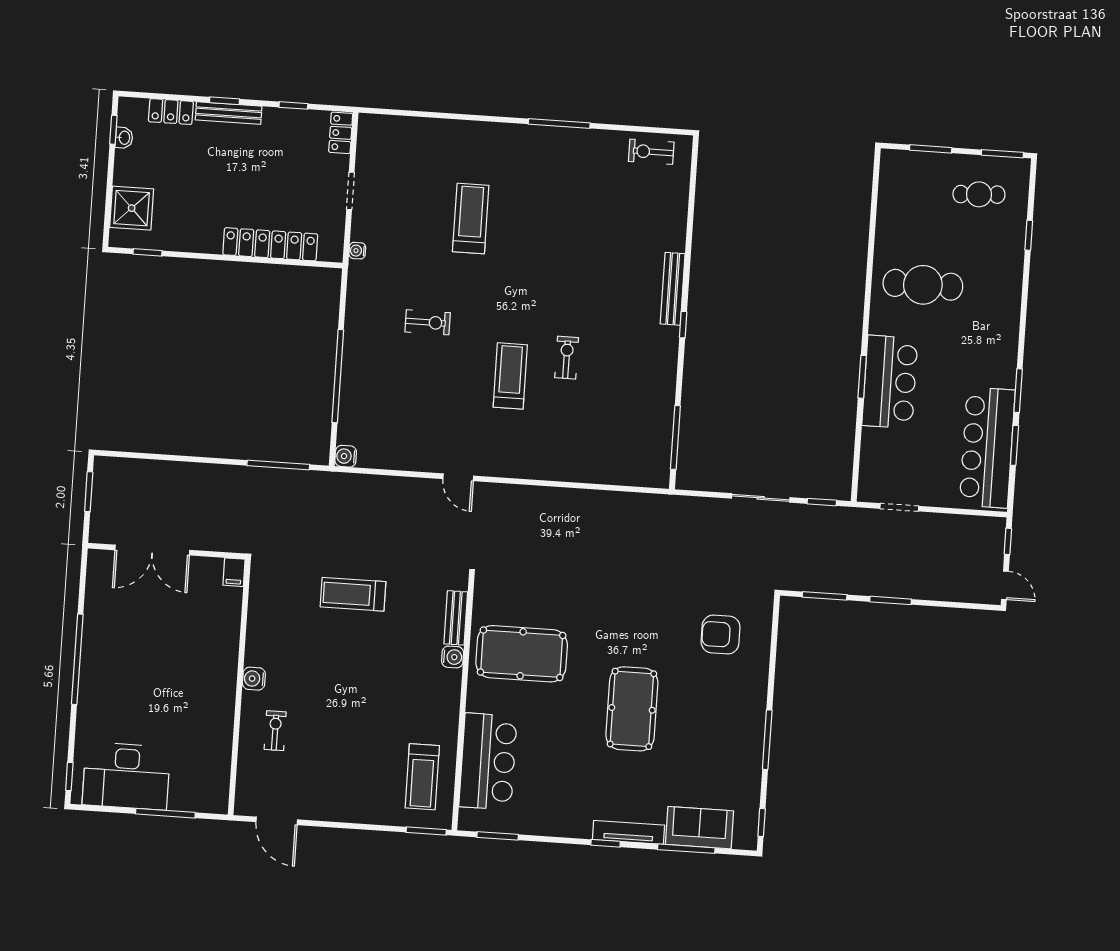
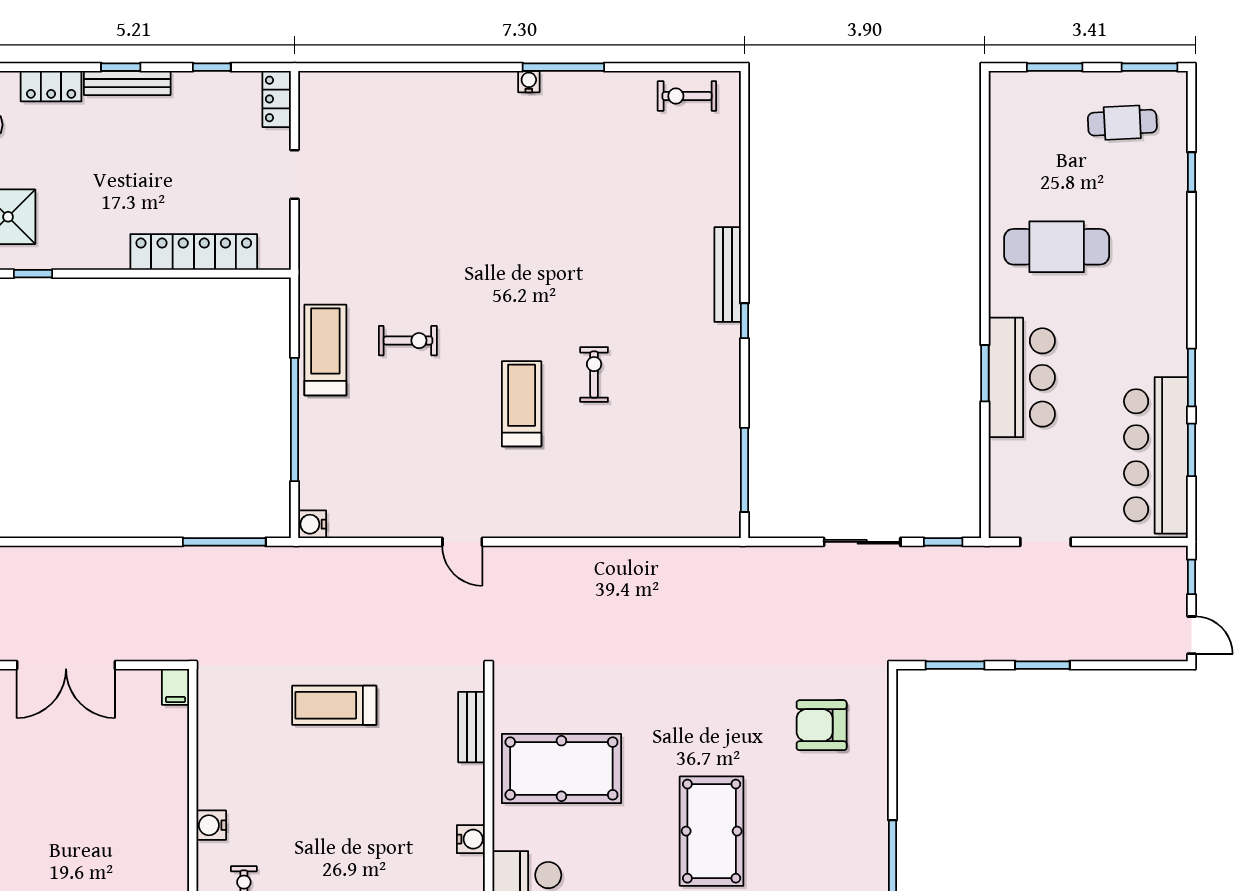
treadmill: (471, 218) -> (325, 350), moved
water cooler: (357, 251) -> (529, 82), moved, turned 90
water cooler: (453, 657) -> (471, 839), moved

